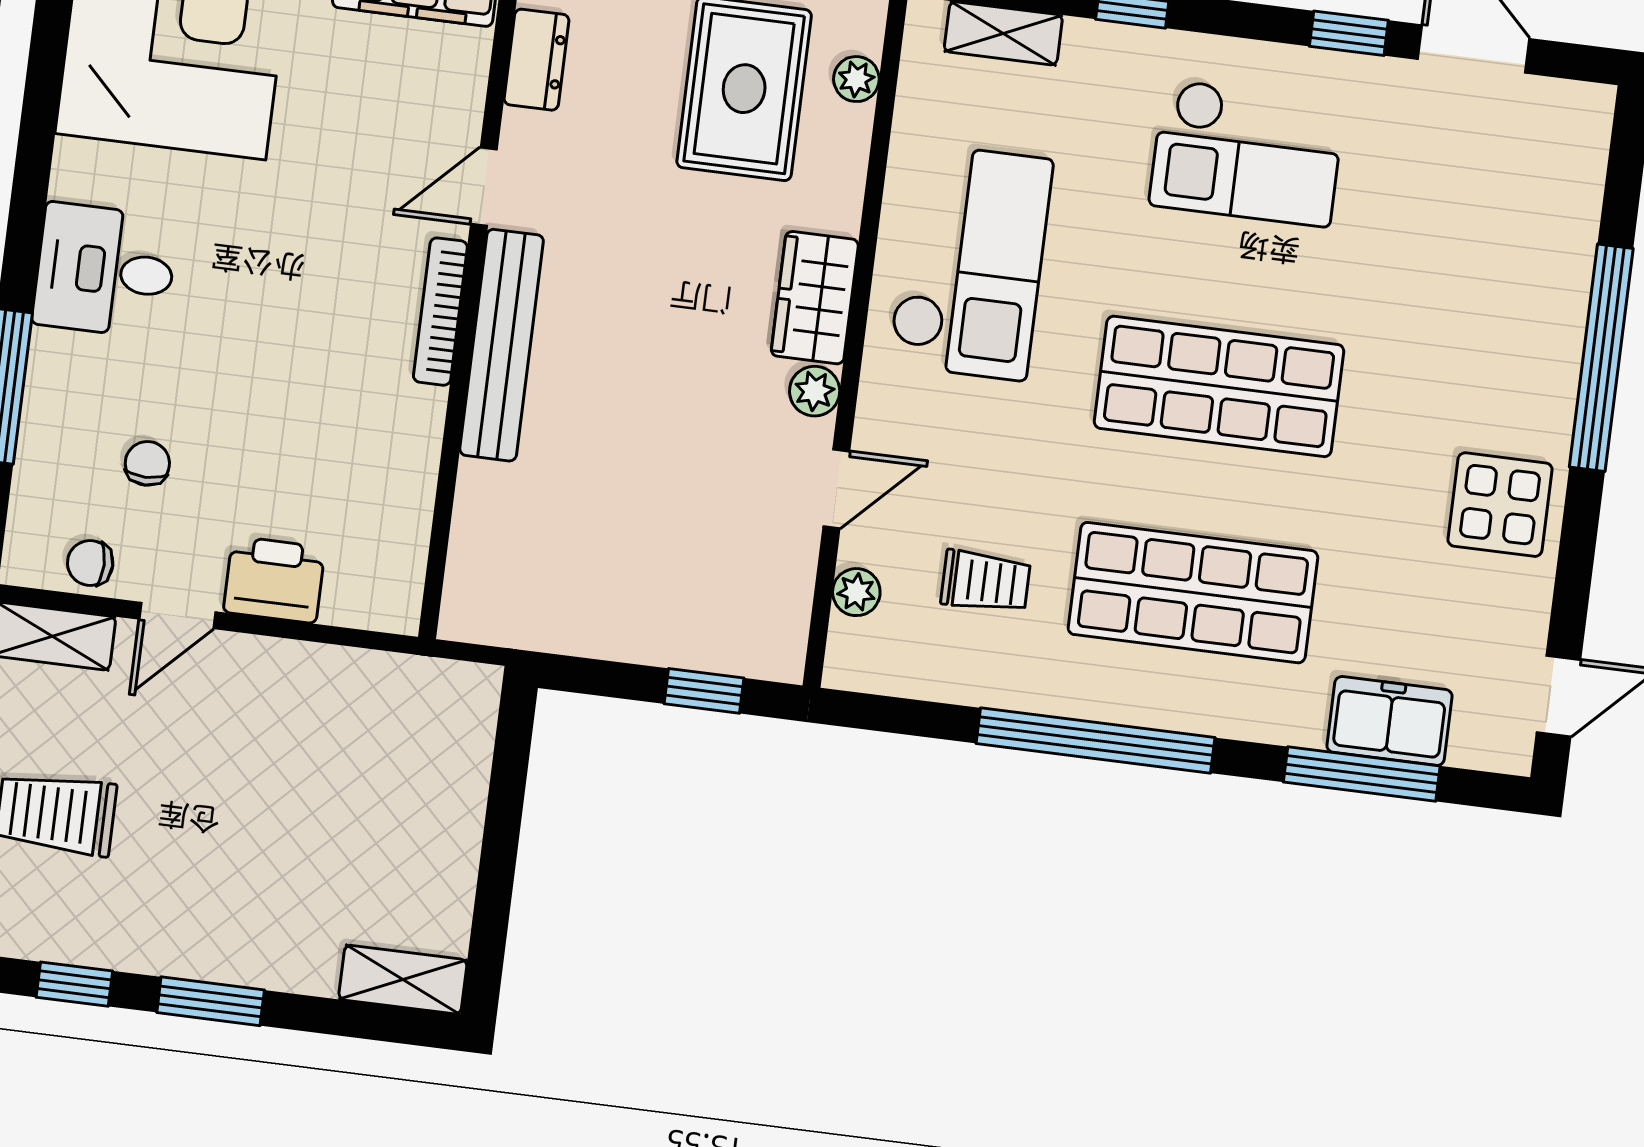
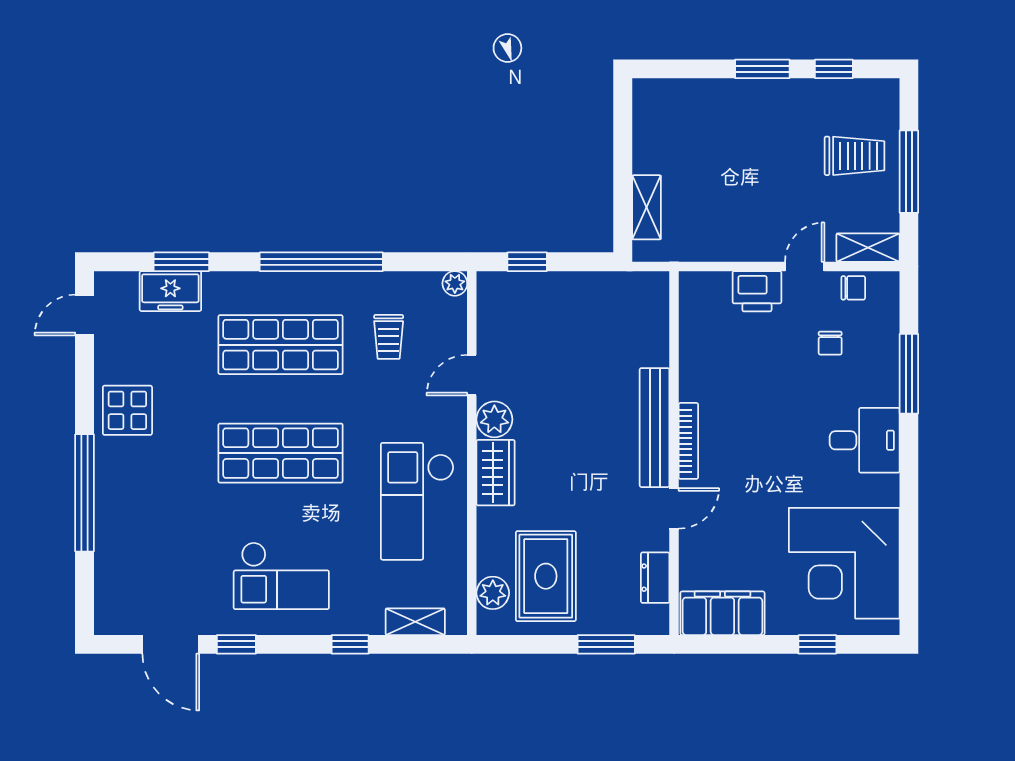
plant: (856, 79) -> (493, 593), width x1.38, depth x1.38
checkout: (1247, 153) -> (281, 576), turned 180
plant: (815, 391) -> (494, 419), width x1.38, depth x1.38
trolley: (986, 581) -> (389, 337), turned -90
plant: (856, 592) -> (455, 283), moved
window: (1362, 774) -> (181, 262), width x0.69
shelving: (403, 980) -> (646, 207), moved, turned 90

